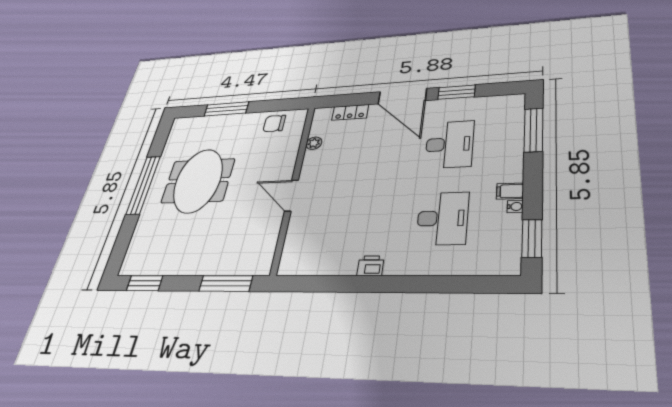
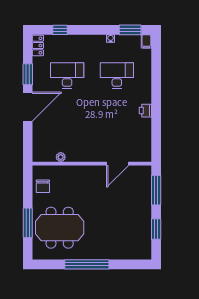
locker: (350, 112) -> (38, 46), moved
window: (534, 130) -> (60, 30), width x0.46
meeting table: (198, 181) -> (60, 228), moved
filing cabinet: (510, 191) -> (146, 41), moved
door: (291, 196) -> (118, 164), moved
window: (145, 283) -> (156, 229), moved

